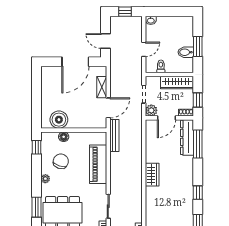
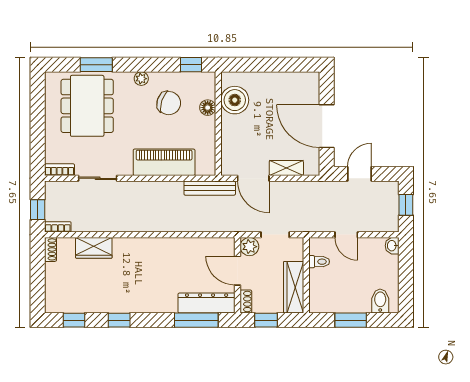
bidet: (186, 52) -> (380, 301), moved
wardrobe: (152, 175) -> (94, 248), moved

